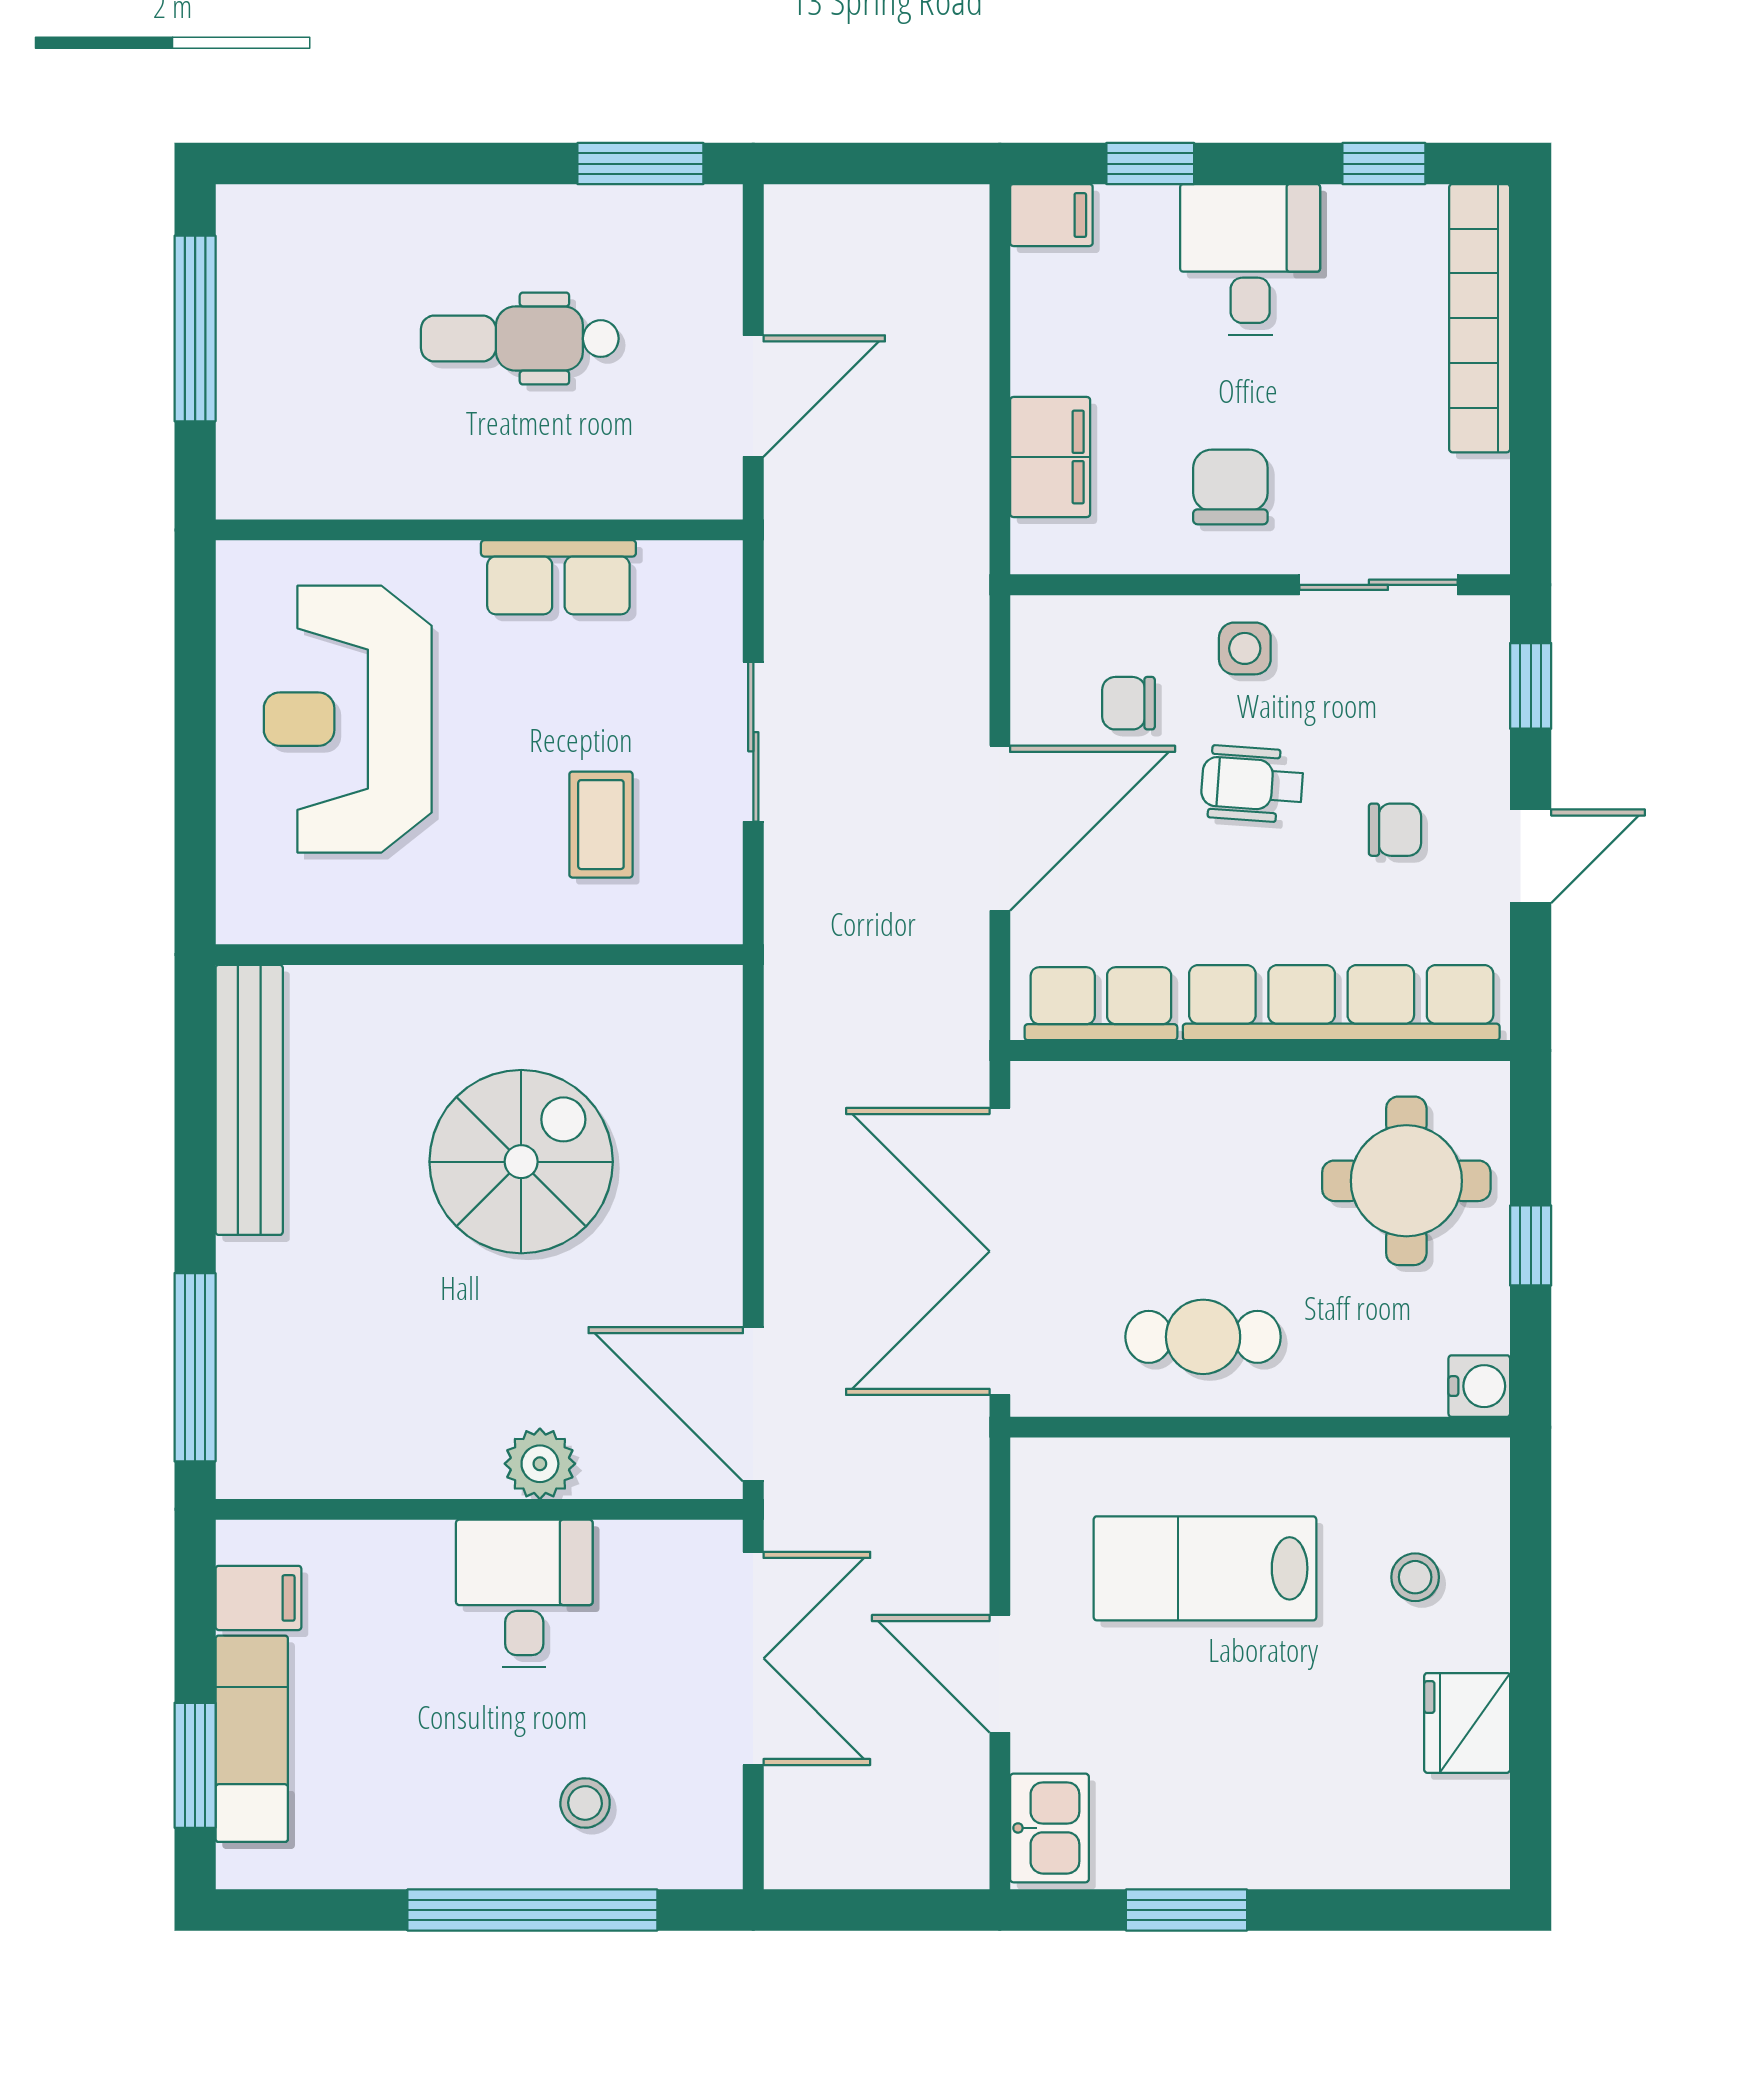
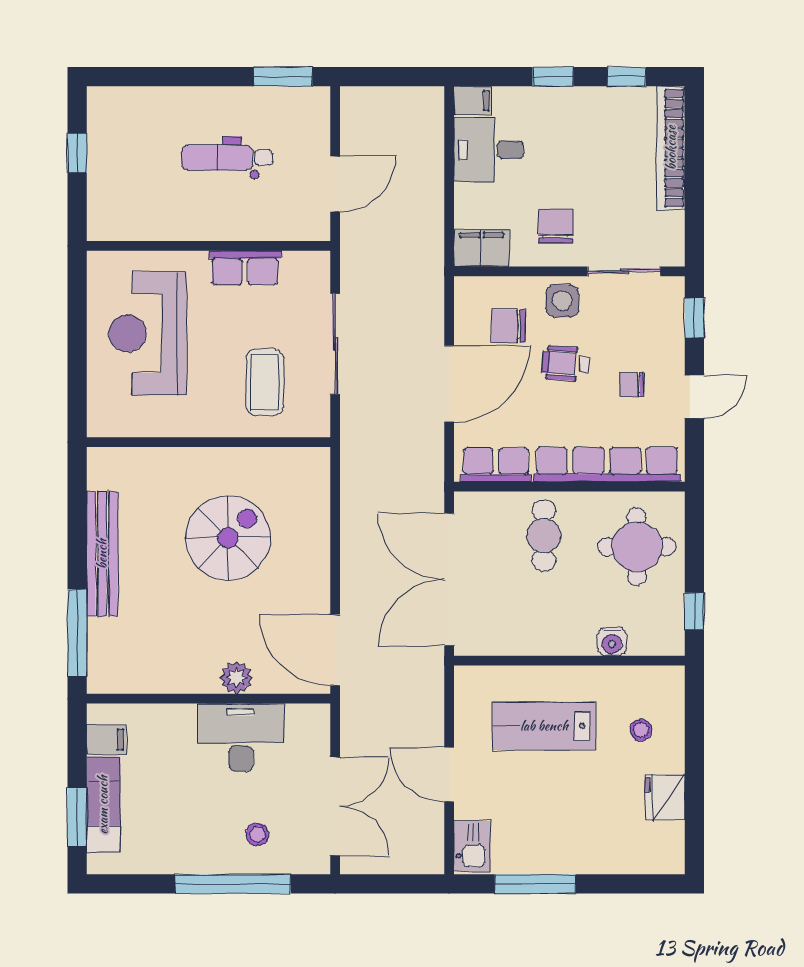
window: (1150, 164) -> (553, 77), moved
desk: (1250, 260) -> (489, 150), moved, turned -90
window: (195, 328) -> (77, 153), width x0.46
filing cabinet: (1050, 457) -> (482, 248), moved, turned -90
side table: (1245, 648) -> (562, 301), width x1.37, depth x1.37
chair: (1129, 703) -> (509, 326), width x1.37, depth x1.37
sliding door: (753, 742) -> (335, 344), width x1.37
coffee table: (601, 825) -> (265, 382), width x1.36, depth x1.30
chair: (1395, 830) -> (632, 385), turned 180
bench: (249, 1100) -> (102, 554), moved
window: (1531, 1245) -> (694, 611), moved
cafe table: (1203, 1337) -> (544, 536), moved, turned 90
water cooler: (1479, 1386) -> (612, 642), moved, turned 90
desk: (524, 1593) -> (241, 737), width x1.37
double door: (753, 1658) -> (335, 806), moved
window: (1186, 1910) -> (535, 884), width x1.44

